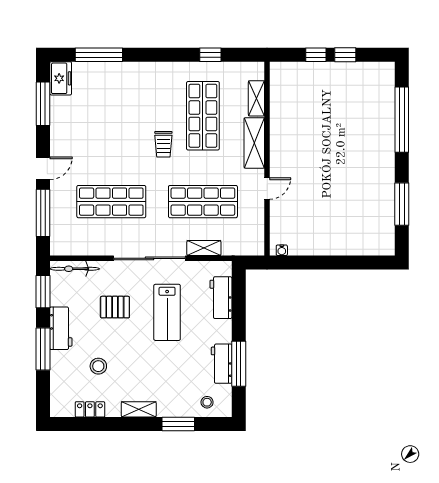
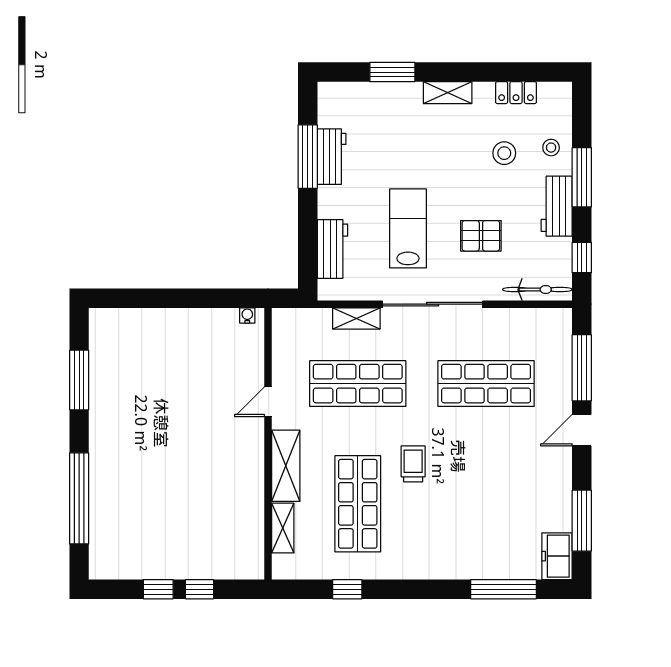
window: (43, 292) -> (582, 257), width x0.67
stool: (207, 402) -> (551, 148), moved

